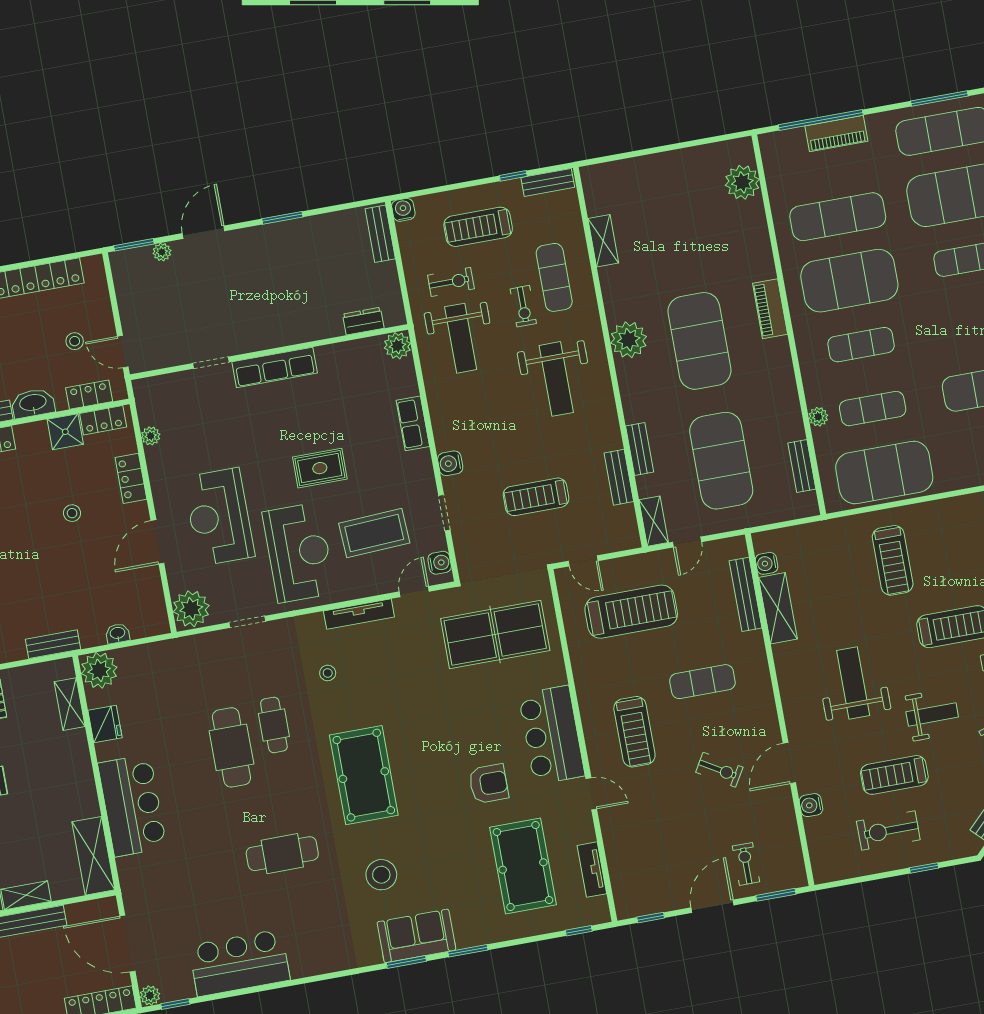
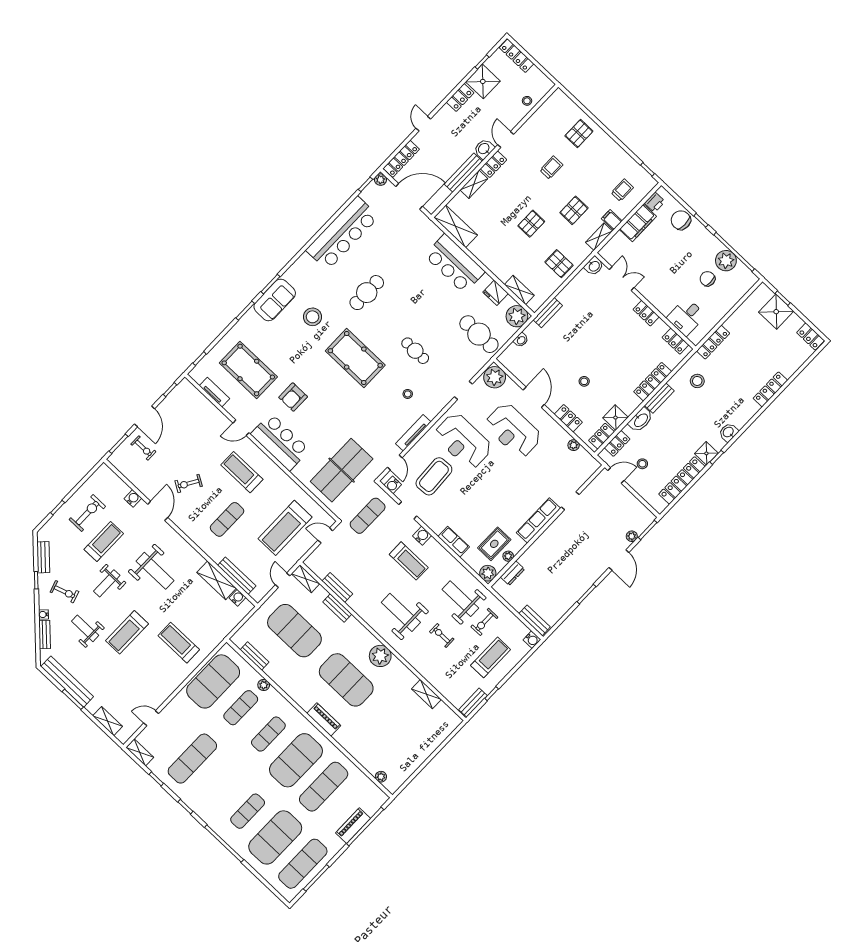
plant: (742, 182) -> (381, 777), width x0.53, depth x0.53
exercise mat: (554, 277) -> (368, 516), moved, turned 90
plant: (352, 349) -> (508, 556), added
rug: (320, 468) -> (494, 544), moved
treadmill: (536, 497) -> (409, 561), moved, turned 90
reception desk: (219, 517) -> (513, 430), turned 180
cafe table: (231, 747) -> (479, 334), moved
bar counter: (239, 963) -> (342, 233), width x1.36

